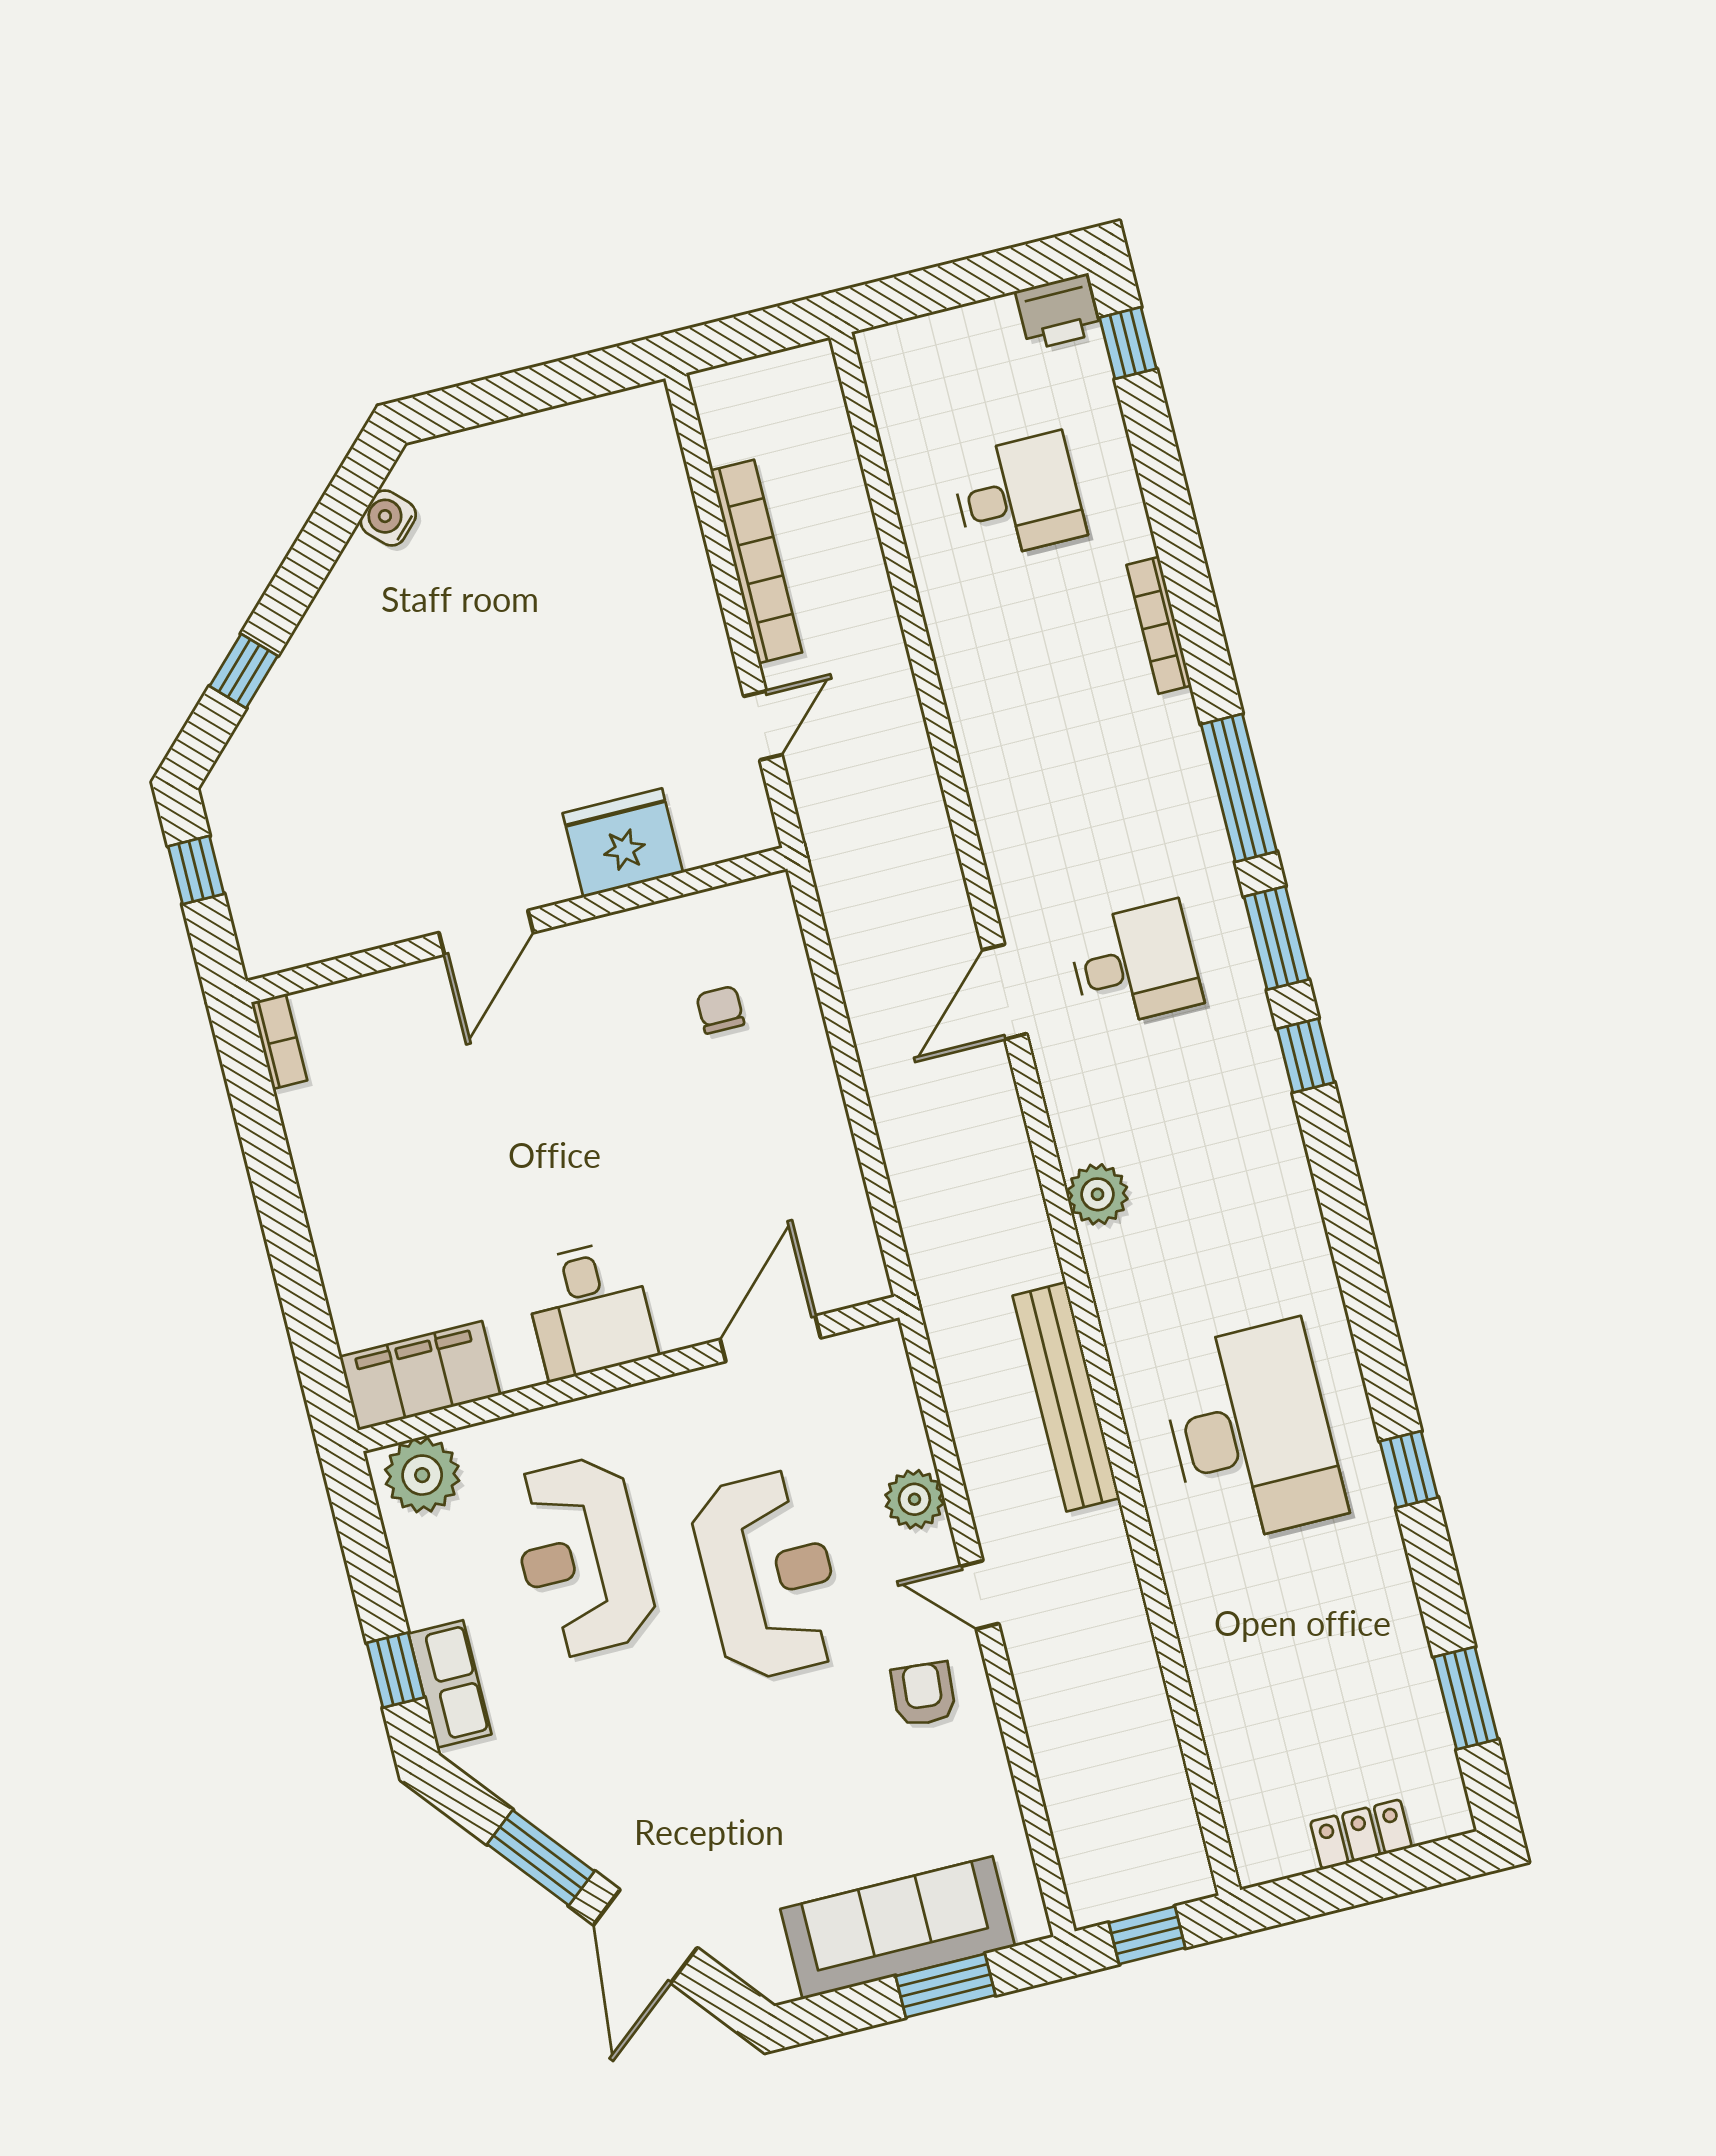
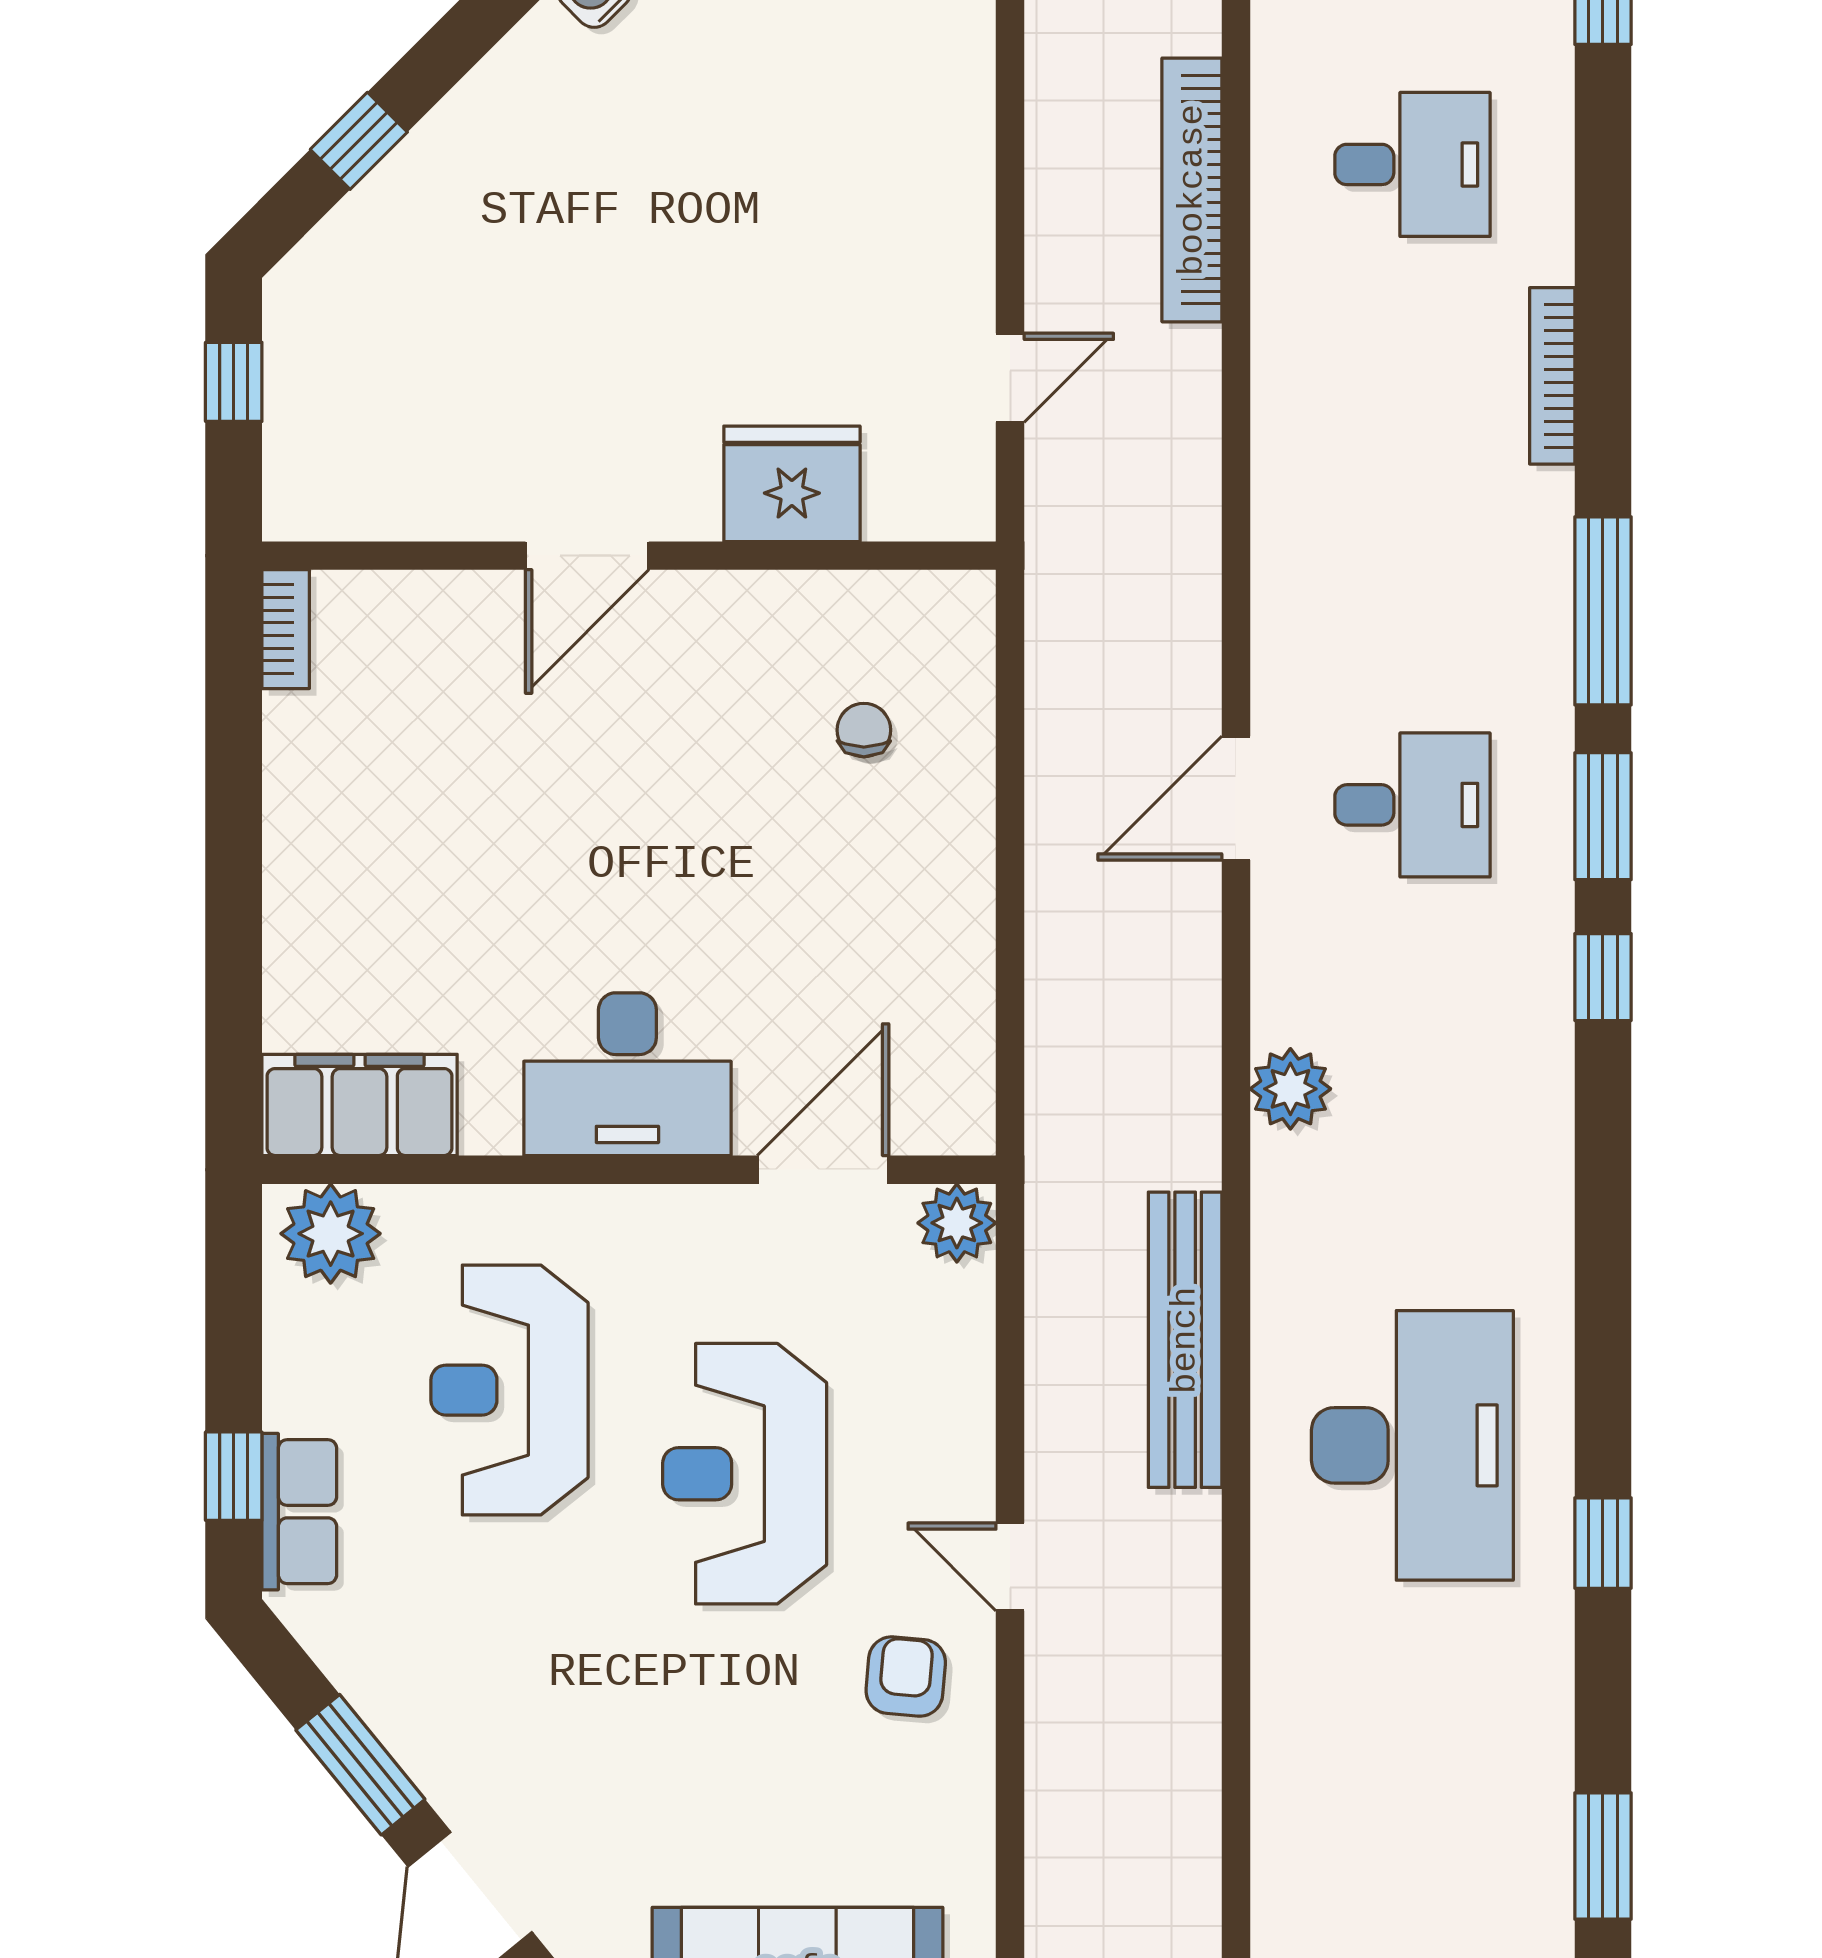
bookcase: (756, 561) -> (1192, 190), moved, turned 180
desk: (590, 1310) -> (627, 1074), width x1.37
plant: (914, 1499) -> (957, 1223), moved
reception desk: (769, 1575) -> (745, 1474), turned 180

